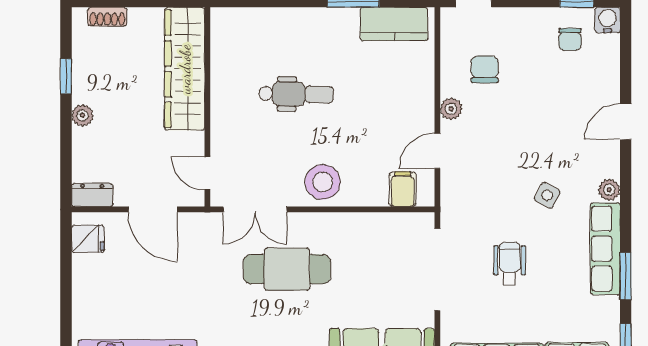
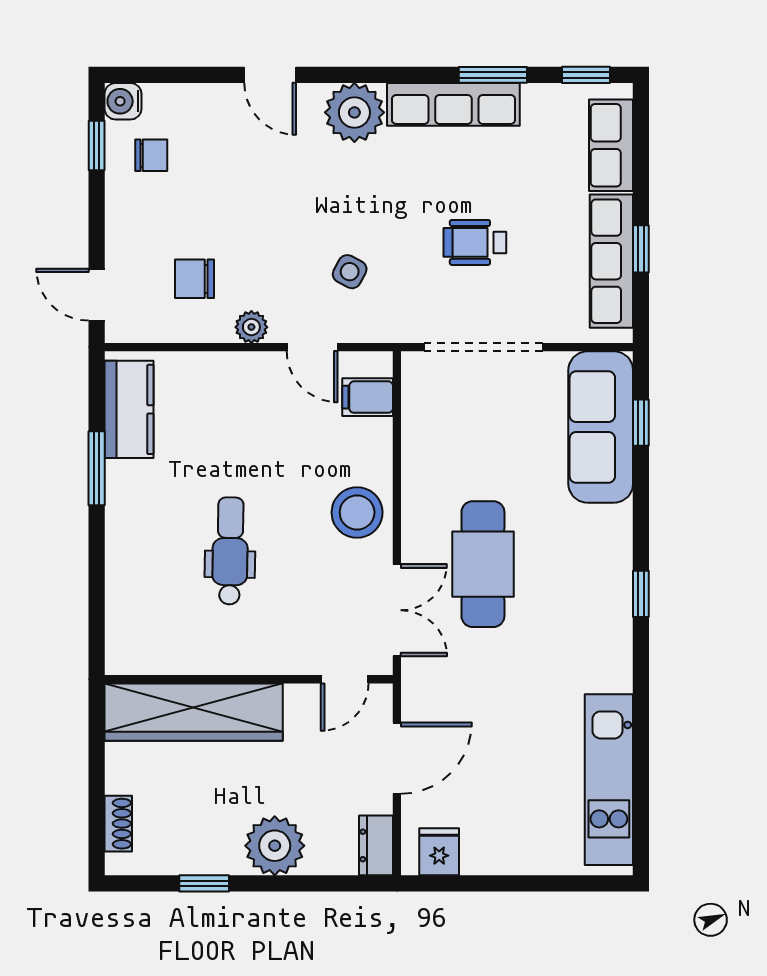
plant: (82, 115) -> (275, 846), width x1.88, depth x1.88
plant: (609, 190) -> (354, 112), width x1.87, depth x1.87
side table: (547, 195) -> (350, 272), moved

